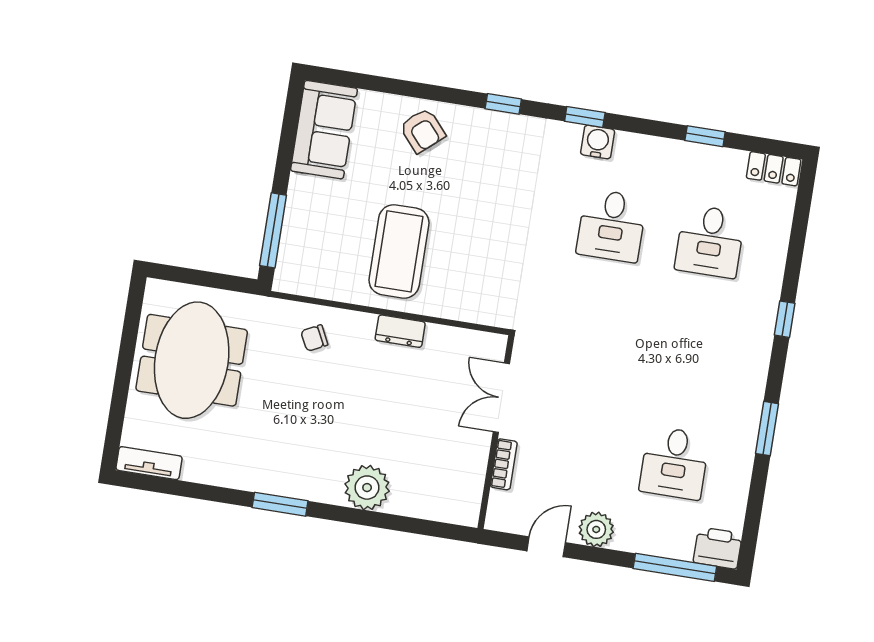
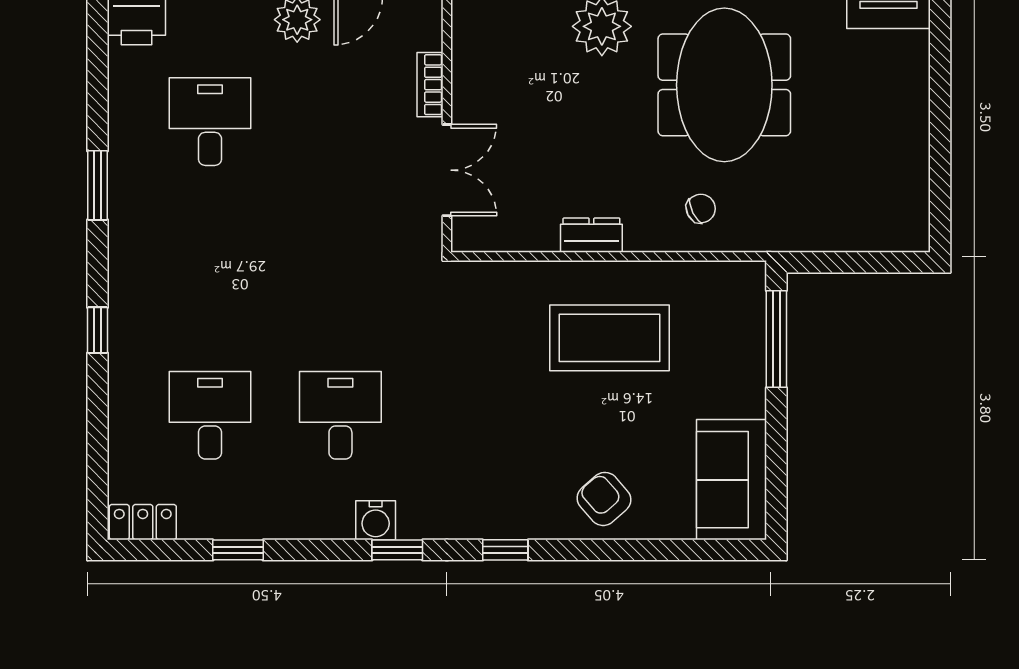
coffee table: (399, 251) -> (609, 338), turned 90
meeting table: (192, 360) -> (724, 85), moved

